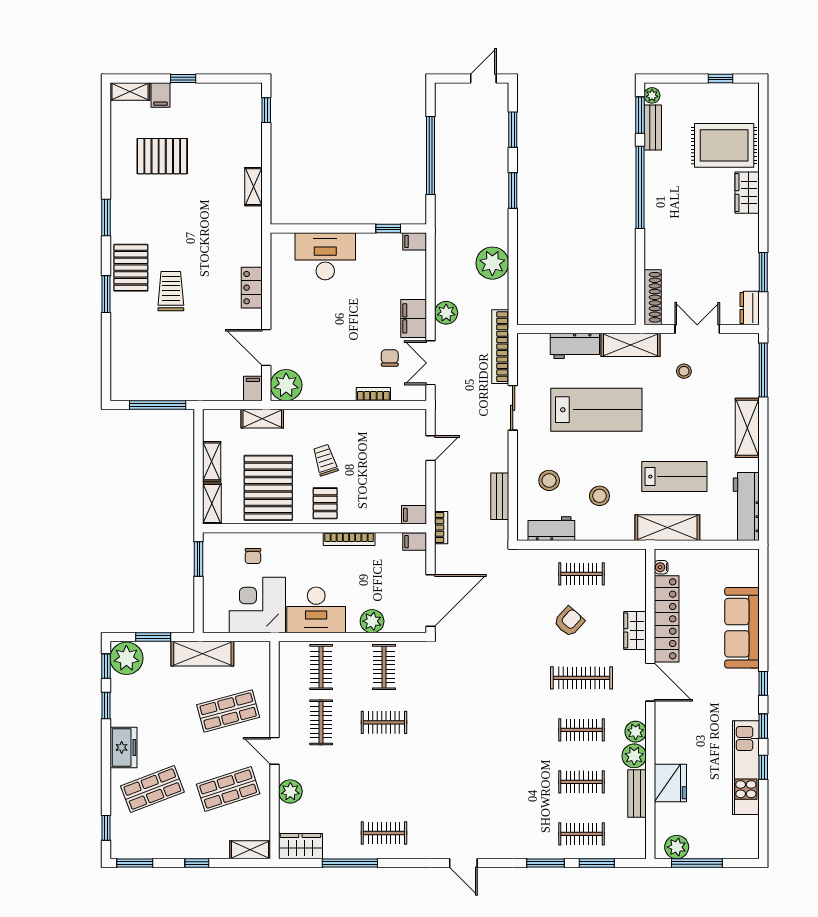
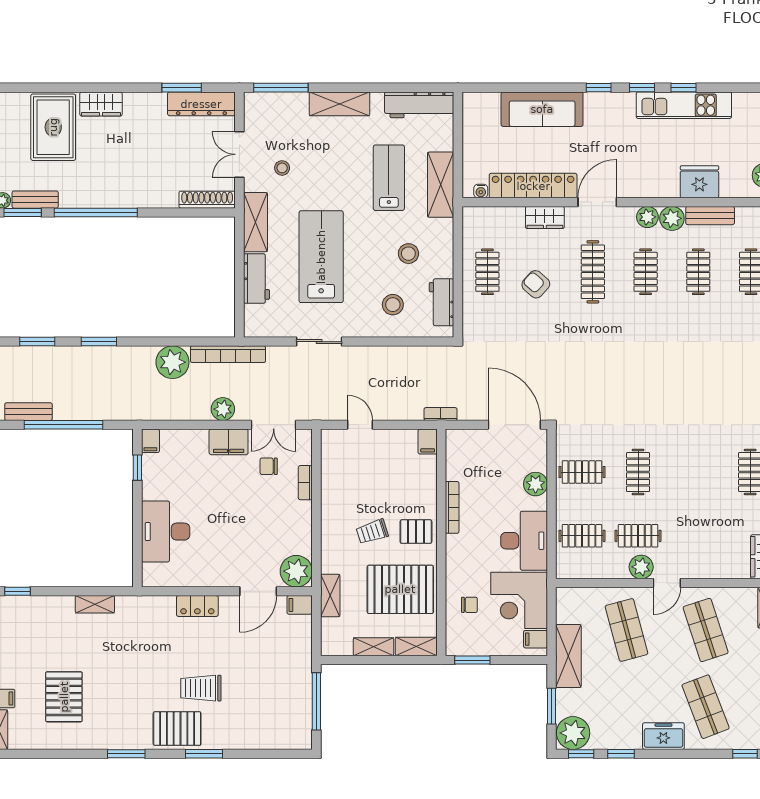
dresser: (750, 308) -> (201, 104), width x1.96, depth x1.24
bookcase: (500, 347) -> (228, 354), moved
bench: (500, 496) -> (28, 412), moved
filing cabinet: (415, 542) -> (536, 639), moved, turned 90
plant: (290, 791) -> (641, 567), moved

